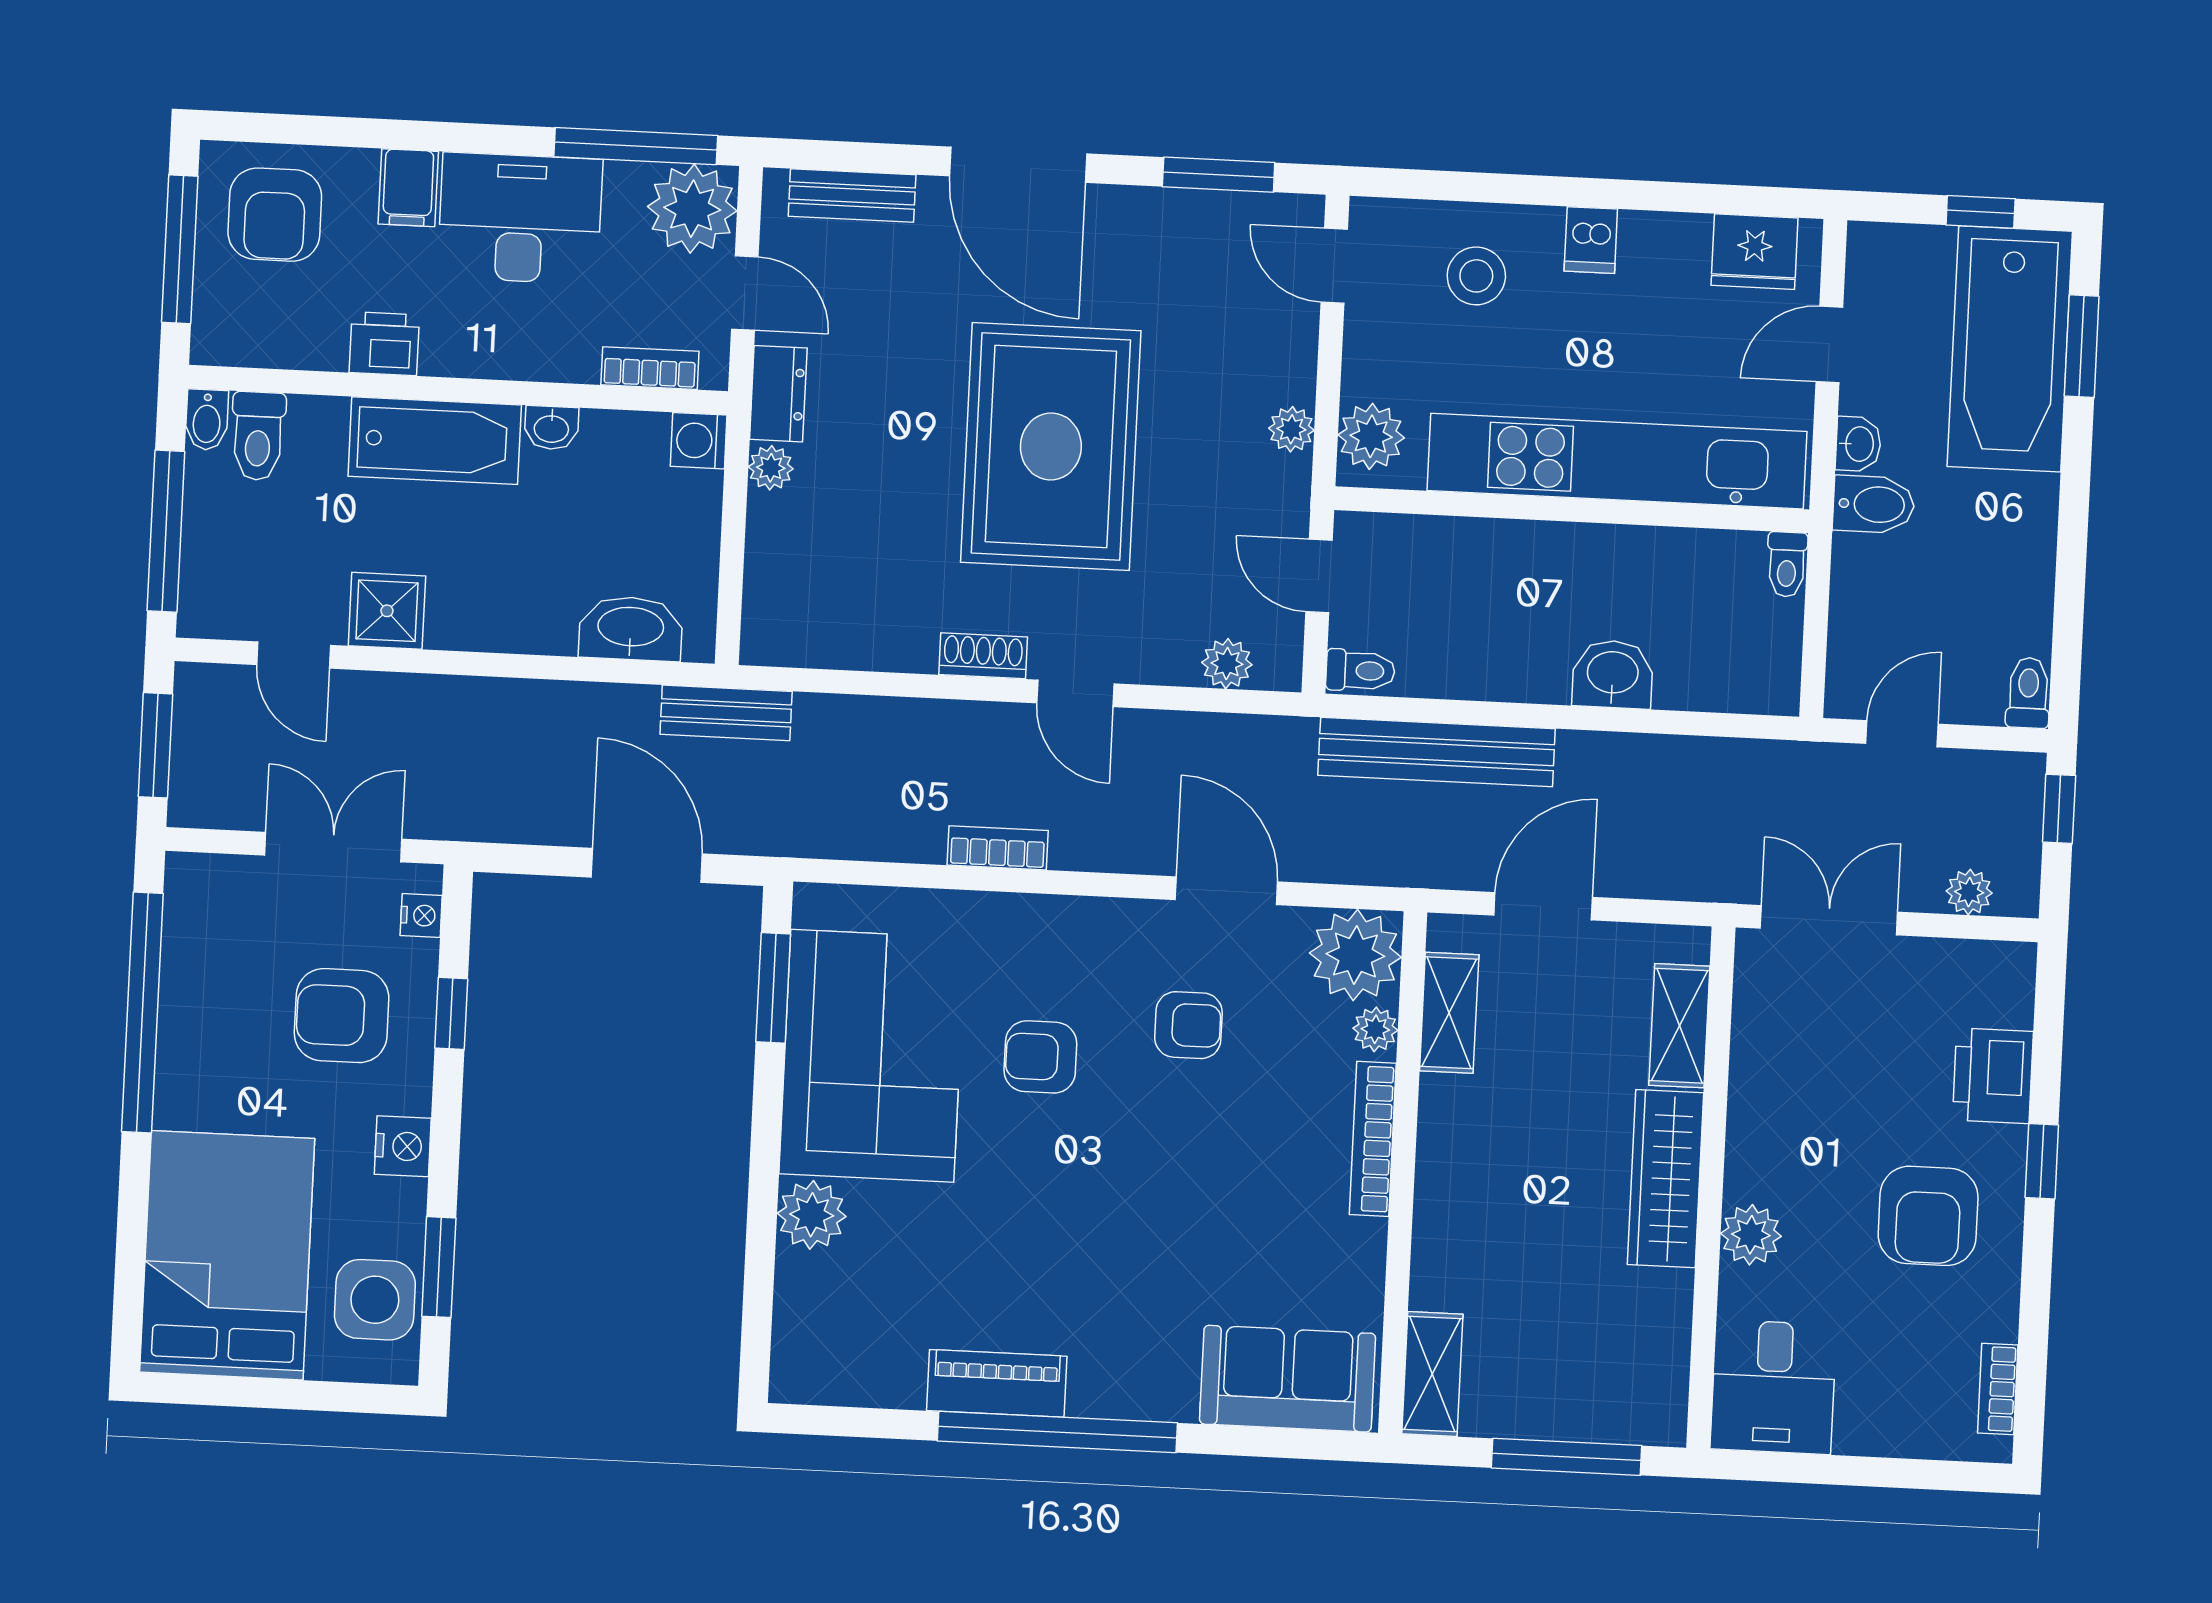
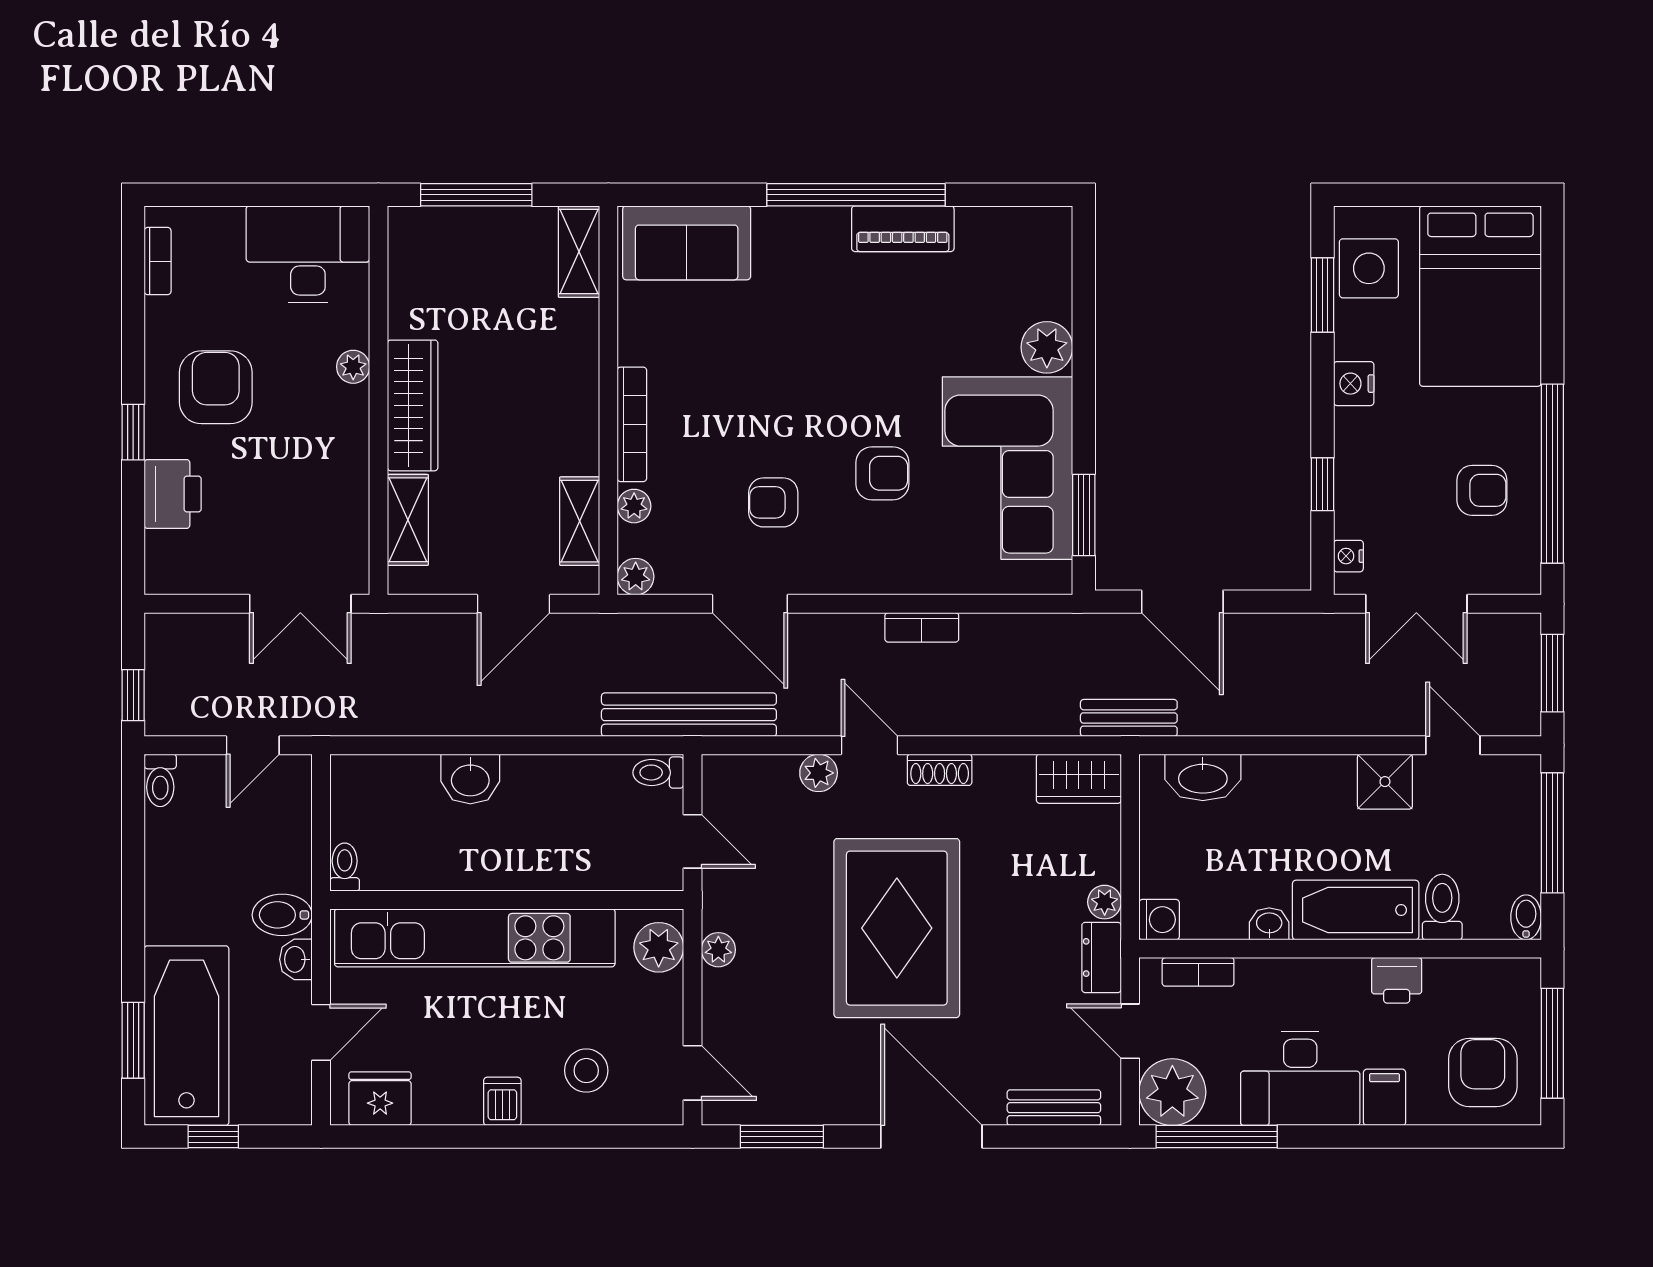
toilet: (258, 436) -> (1442, 907), moved
wardrobe: (797, 635) -> (1079, 779), added
plant: (1227, 664) -> (819, 773), moved
bench: (1437, 752) -> (689, 715), moved
plant: (1969, 892) -> (197, 630), removed
plant: (1355, 955) -> (636, 577), width x0.53, depth x0.53
armchair: (342, 1016) -> (1482, 490), moved, width x0.72, depth x0.72
plant: (1751, 1235) -> (353, 367), width x0.73, depth x0.73
desk: (1773, 1387) -> (308, 254), width x1.37

